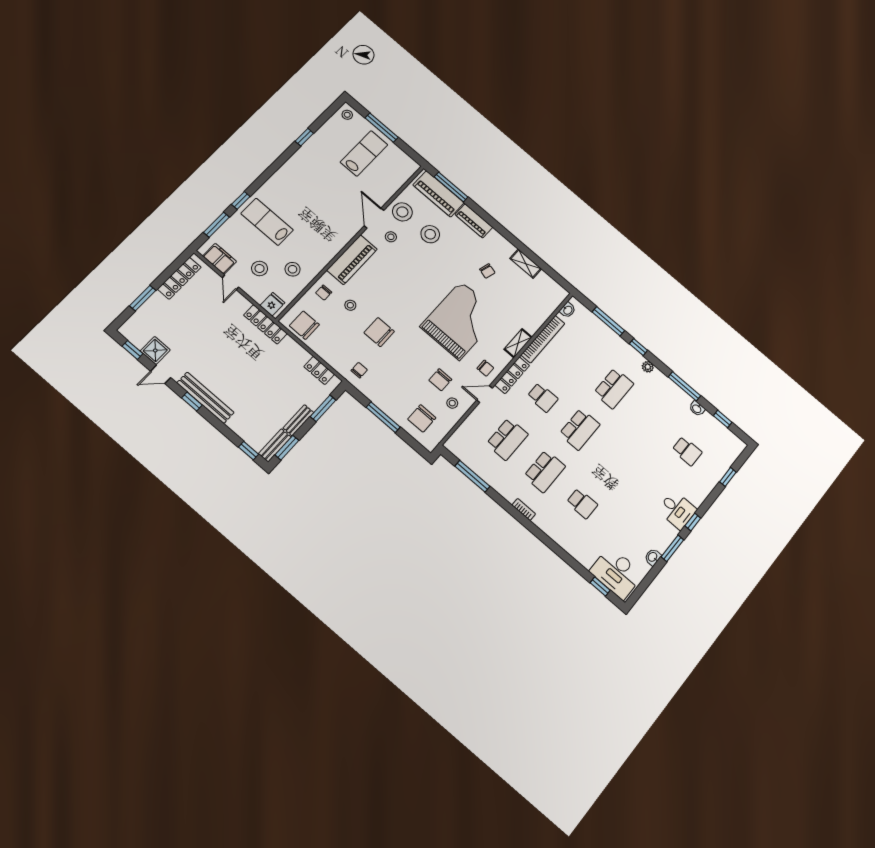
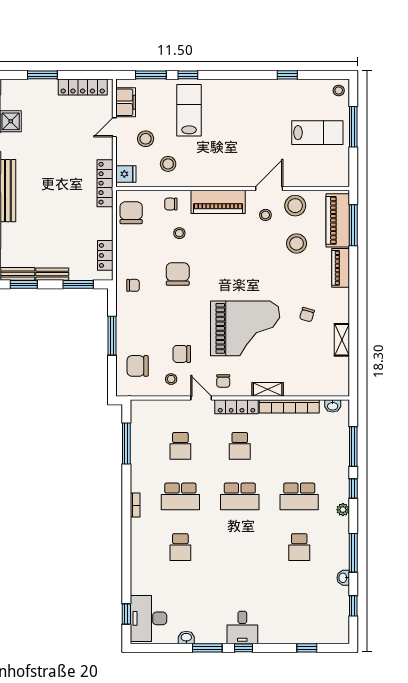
school desk: (507, 439) -> (180, 446), width x0.54
school desk: (687, 451) -> (299, 547), moved

